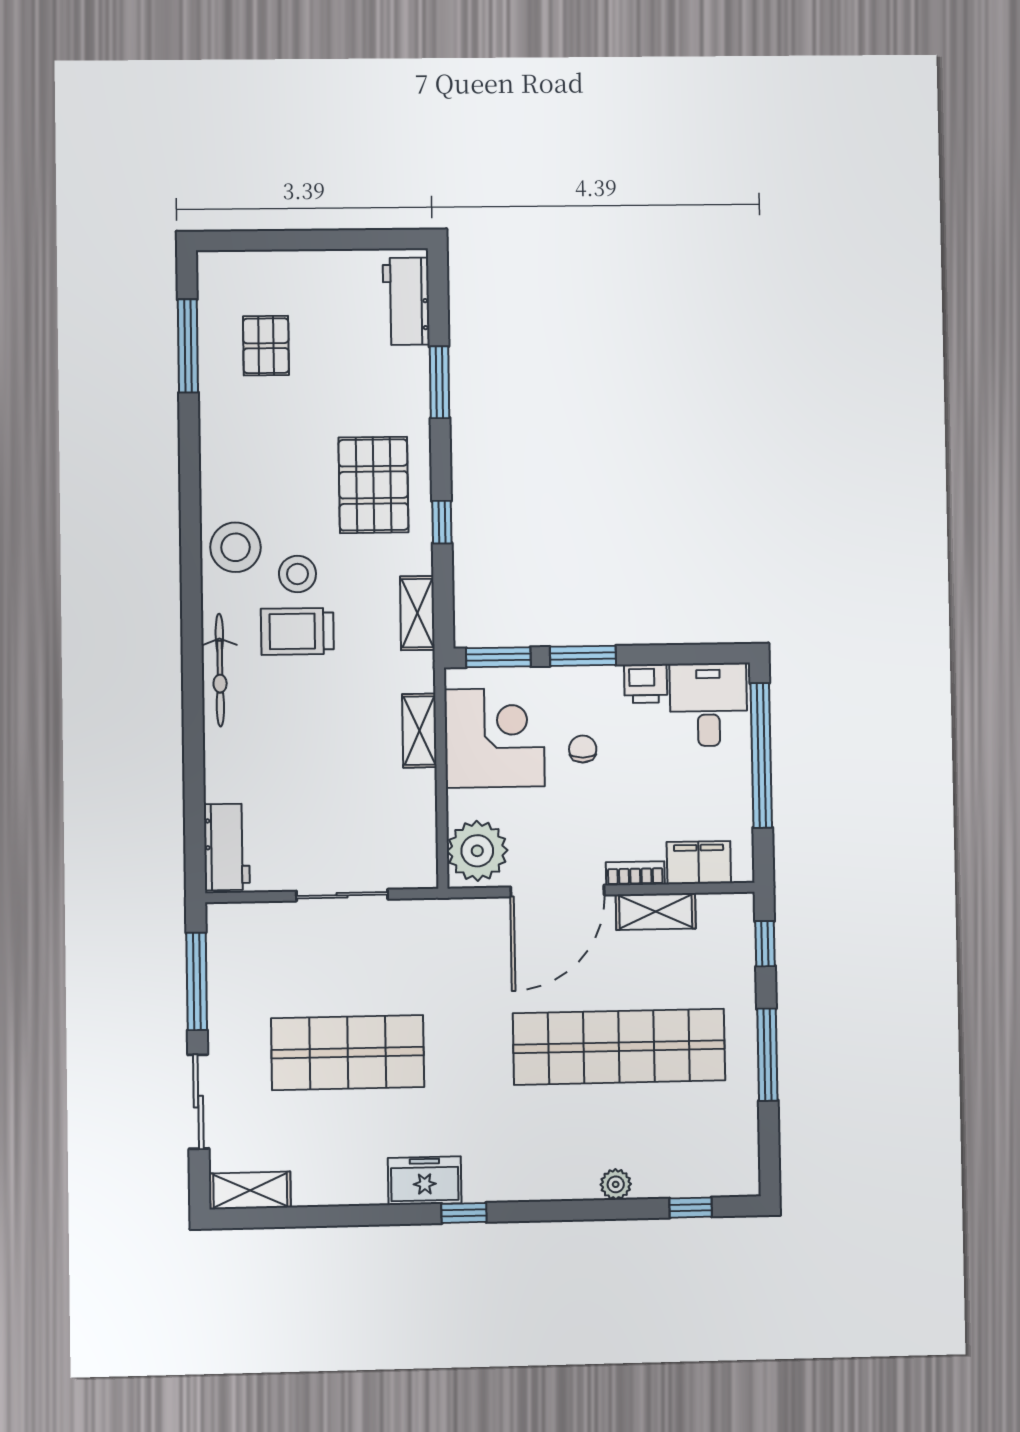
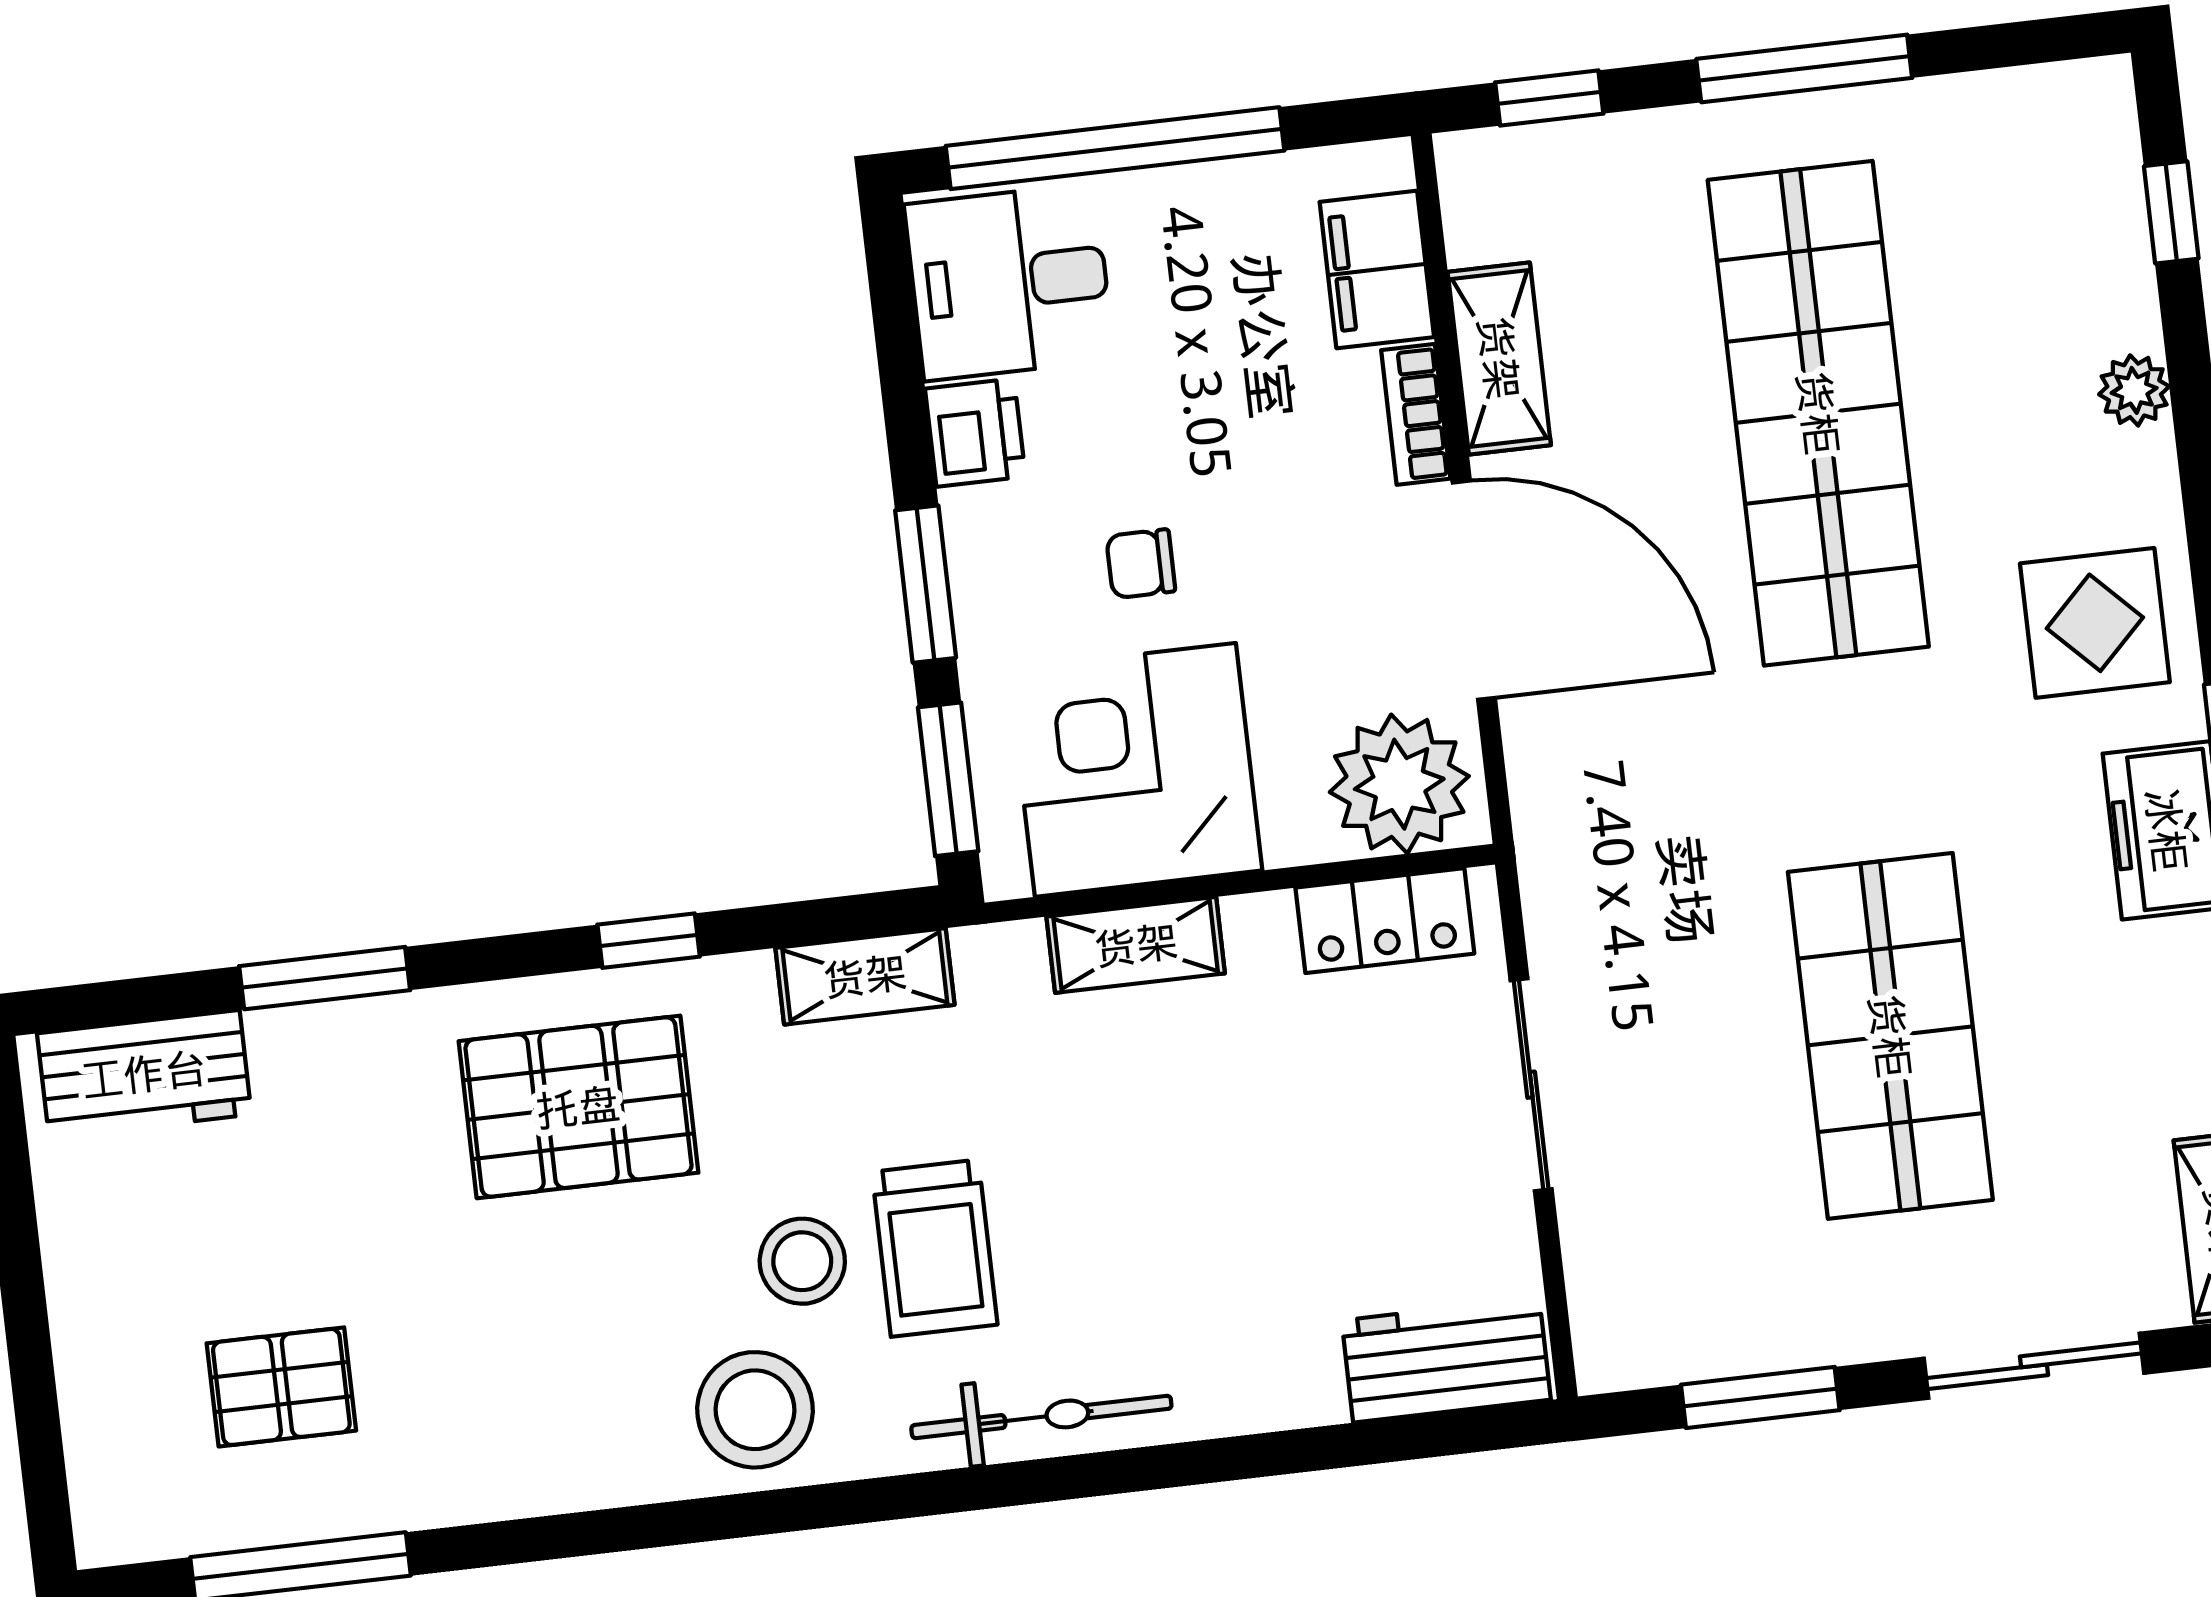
locker: (419, 839) -> (1385, 921), added
window: (197, 981) -> (1760, 1397), width x0.69
display table: (517, 1158) -> (2095, 623), added

